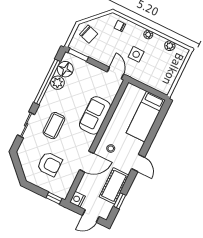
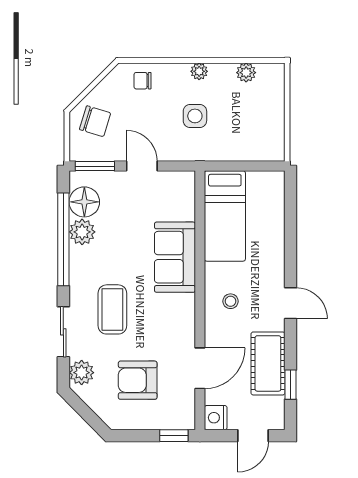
door: (115, 73) -> (142, 166), moved
bed: (146, 117) -> (225, 216), moved
plant: (25, 148) -> (82, 373), added
door: (87, 162) -> (200, 368), moved
armchair: (50, 164) -> (138, 380), turned 180

